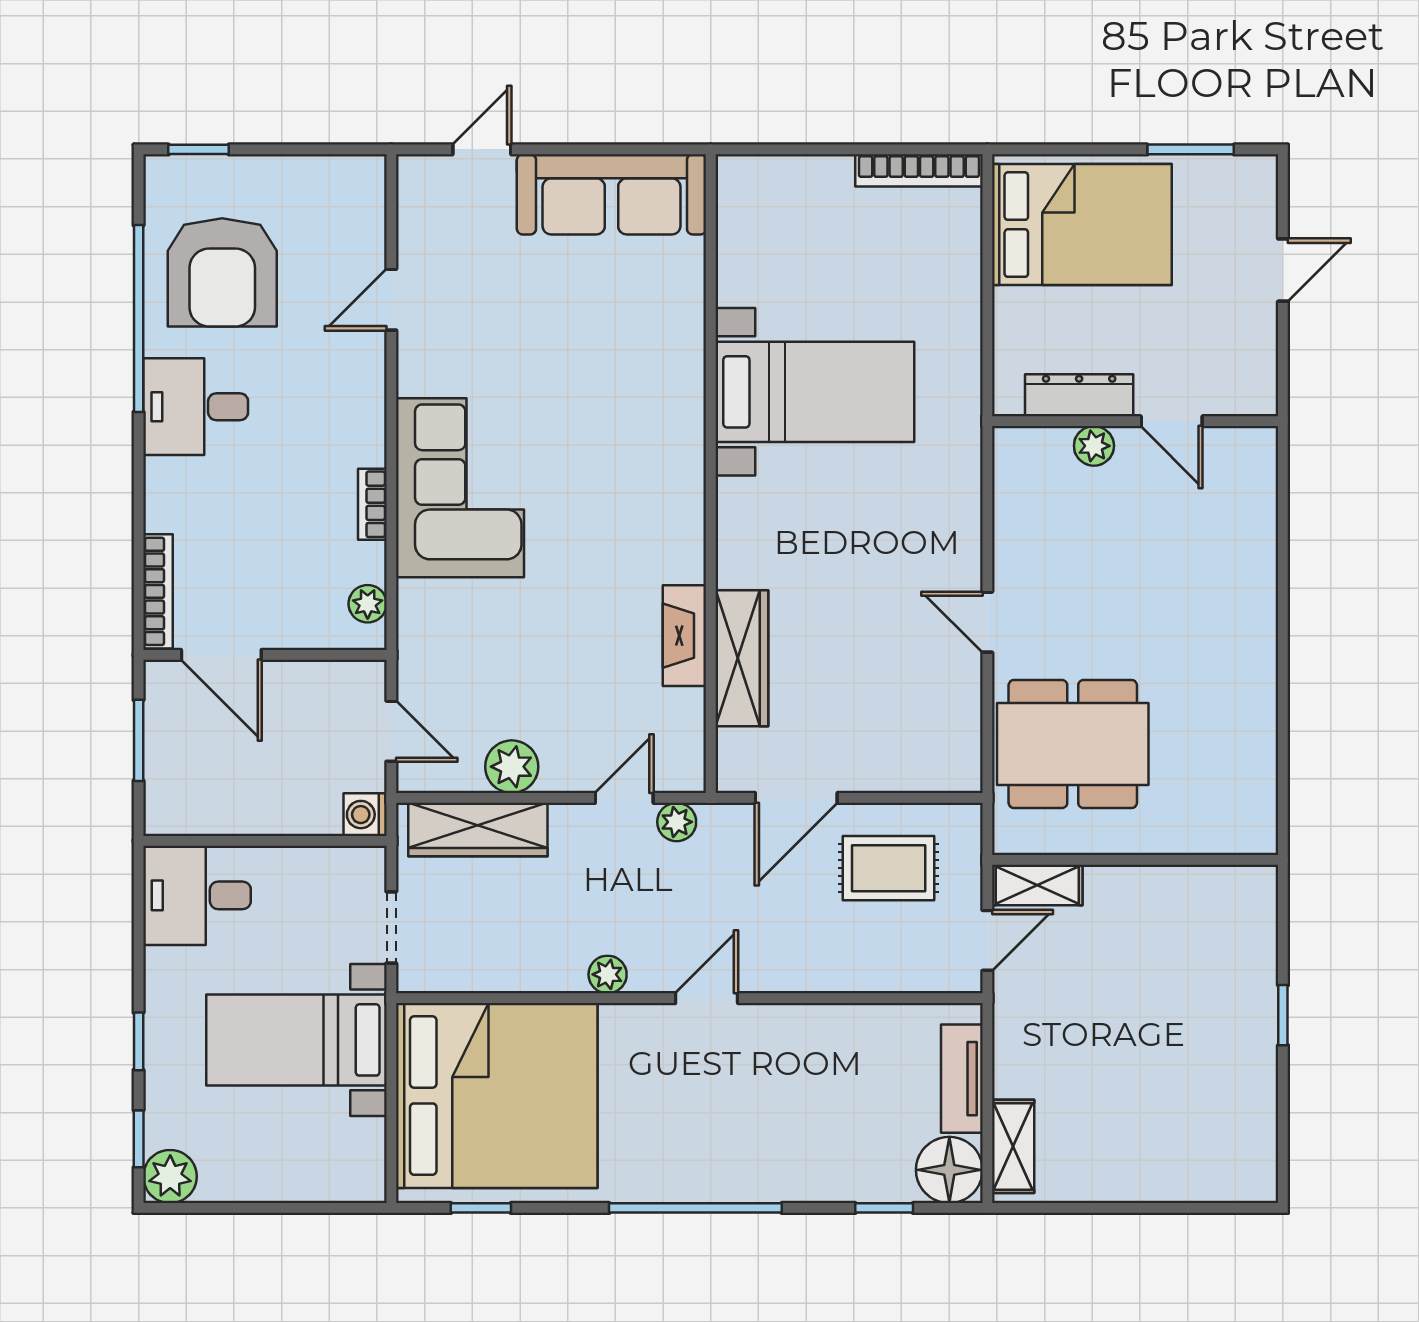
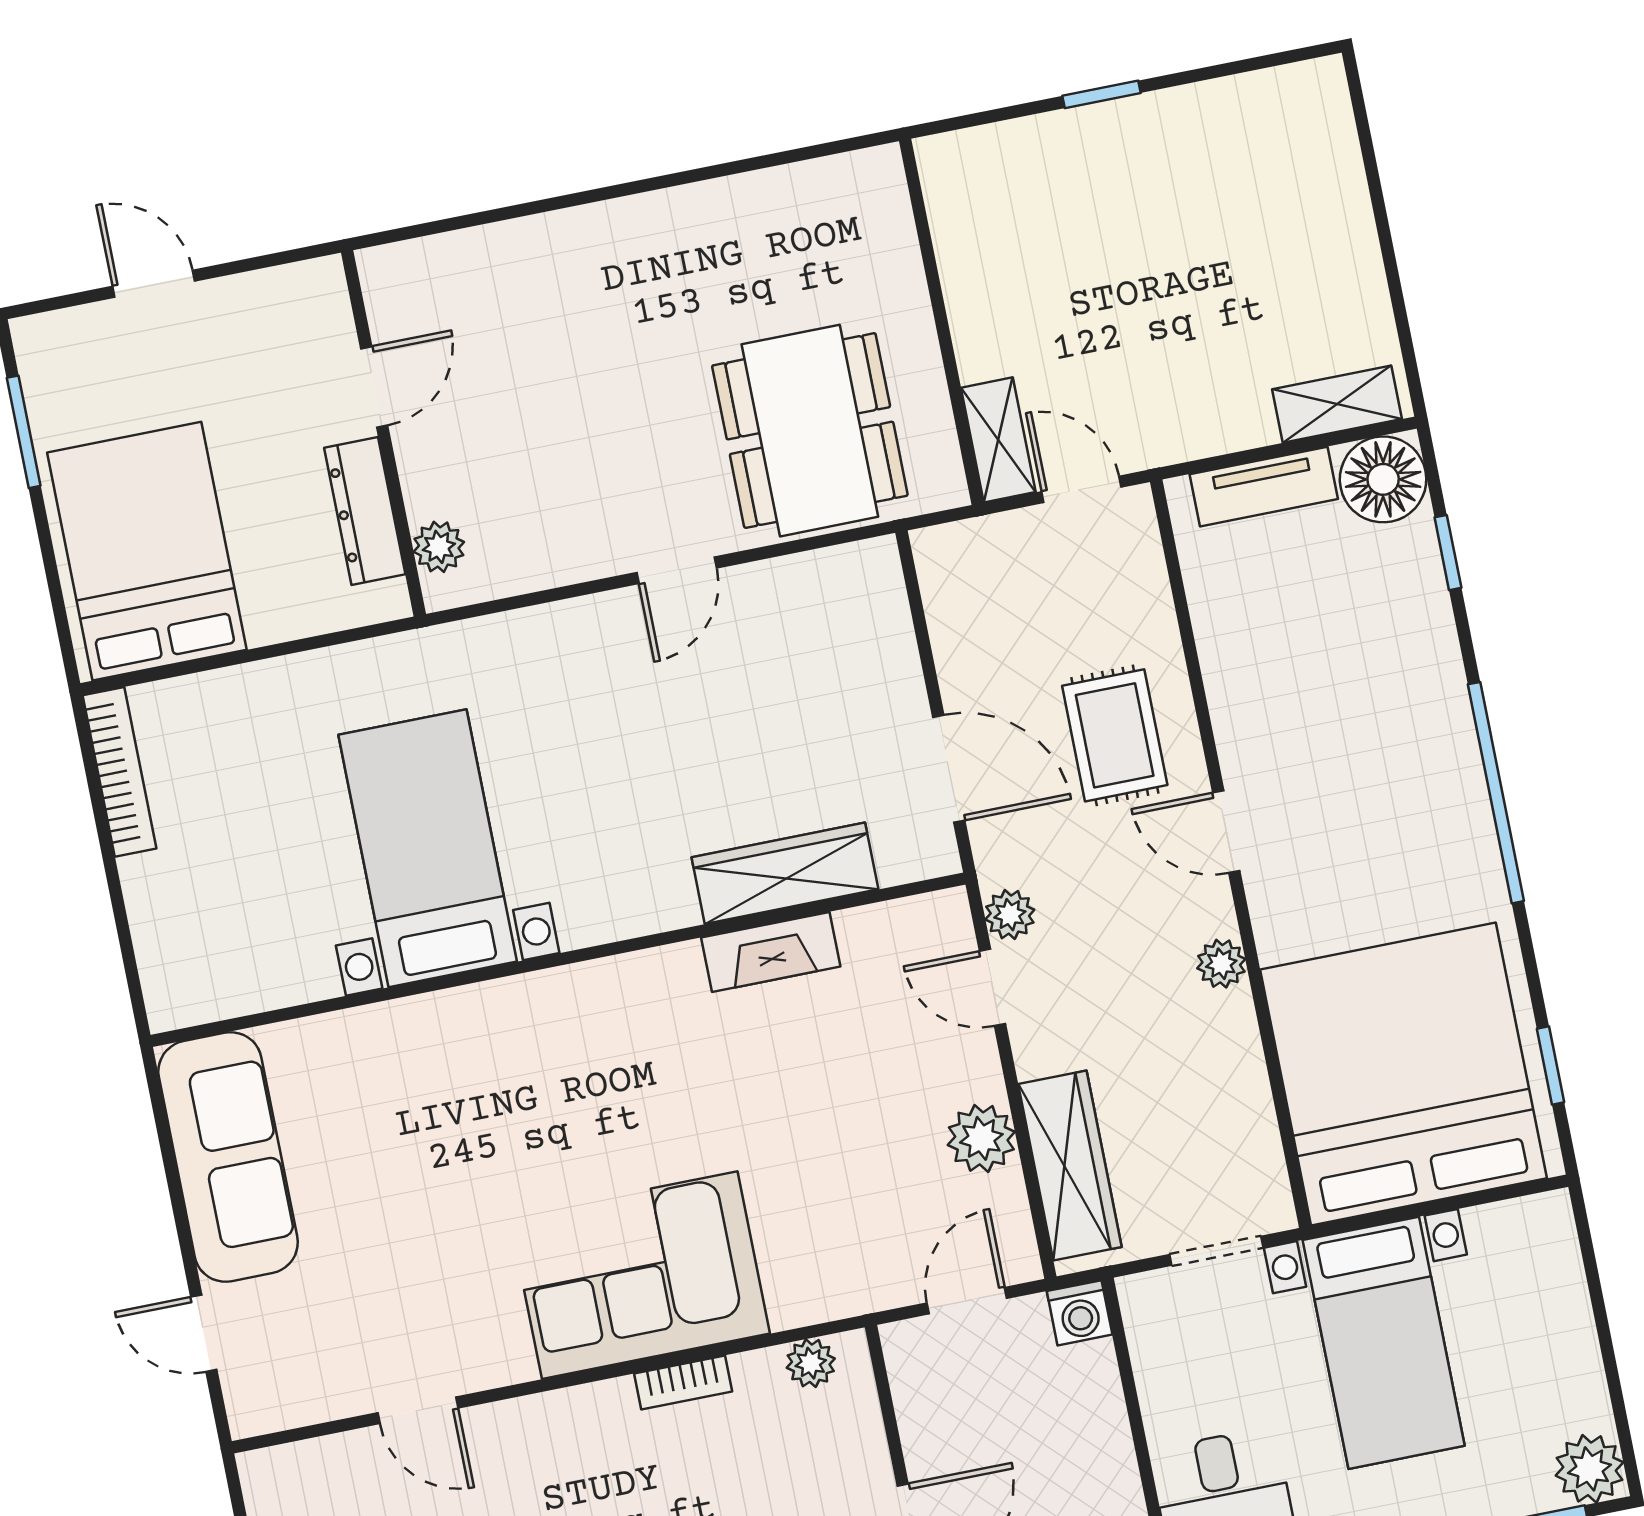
plant: (1094, 446) -> (439, 547), moved
rug: (889, 868) -> (1115, 735), moved

